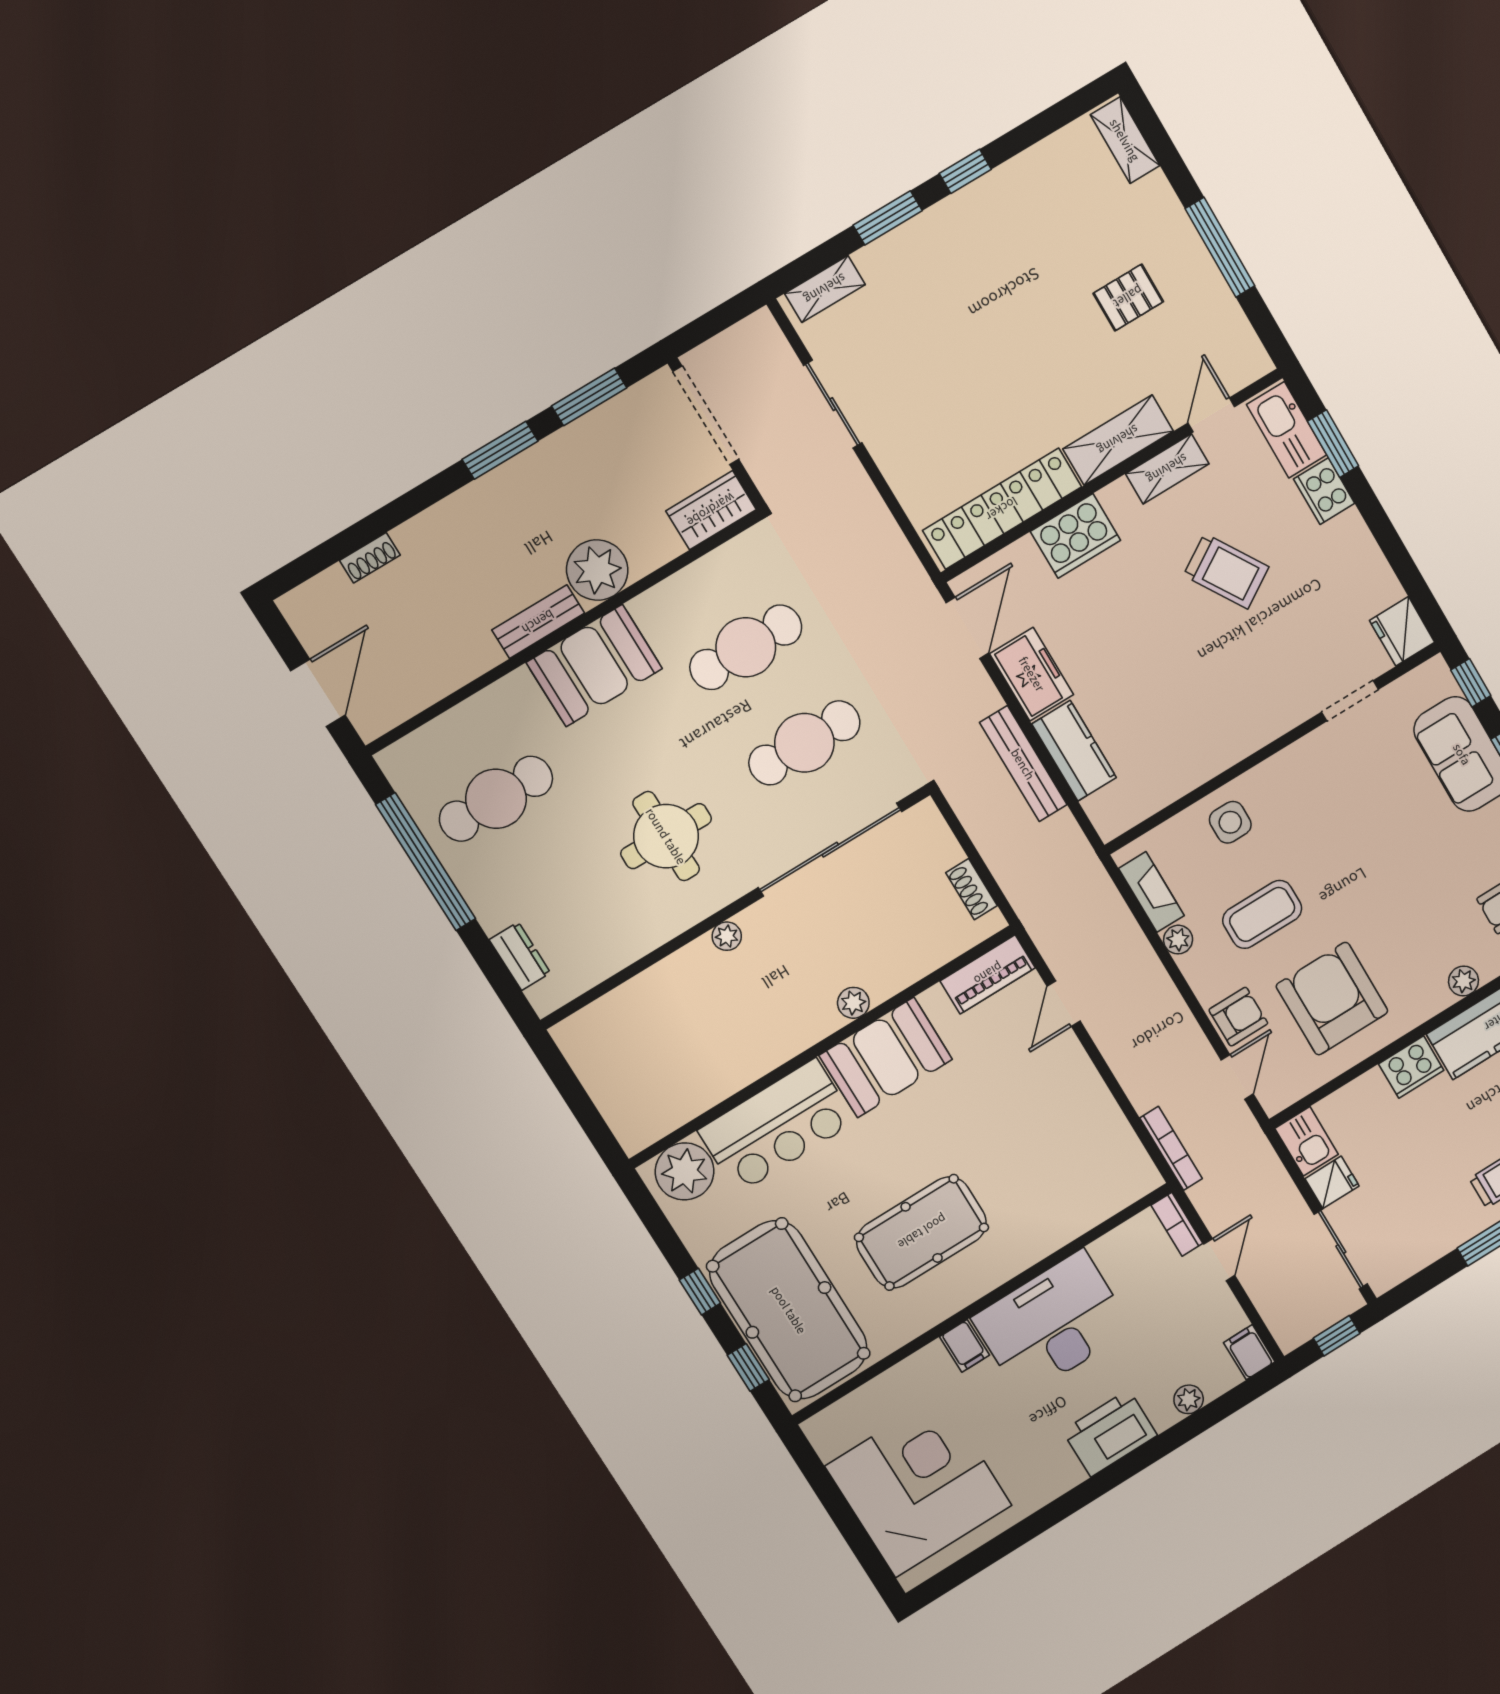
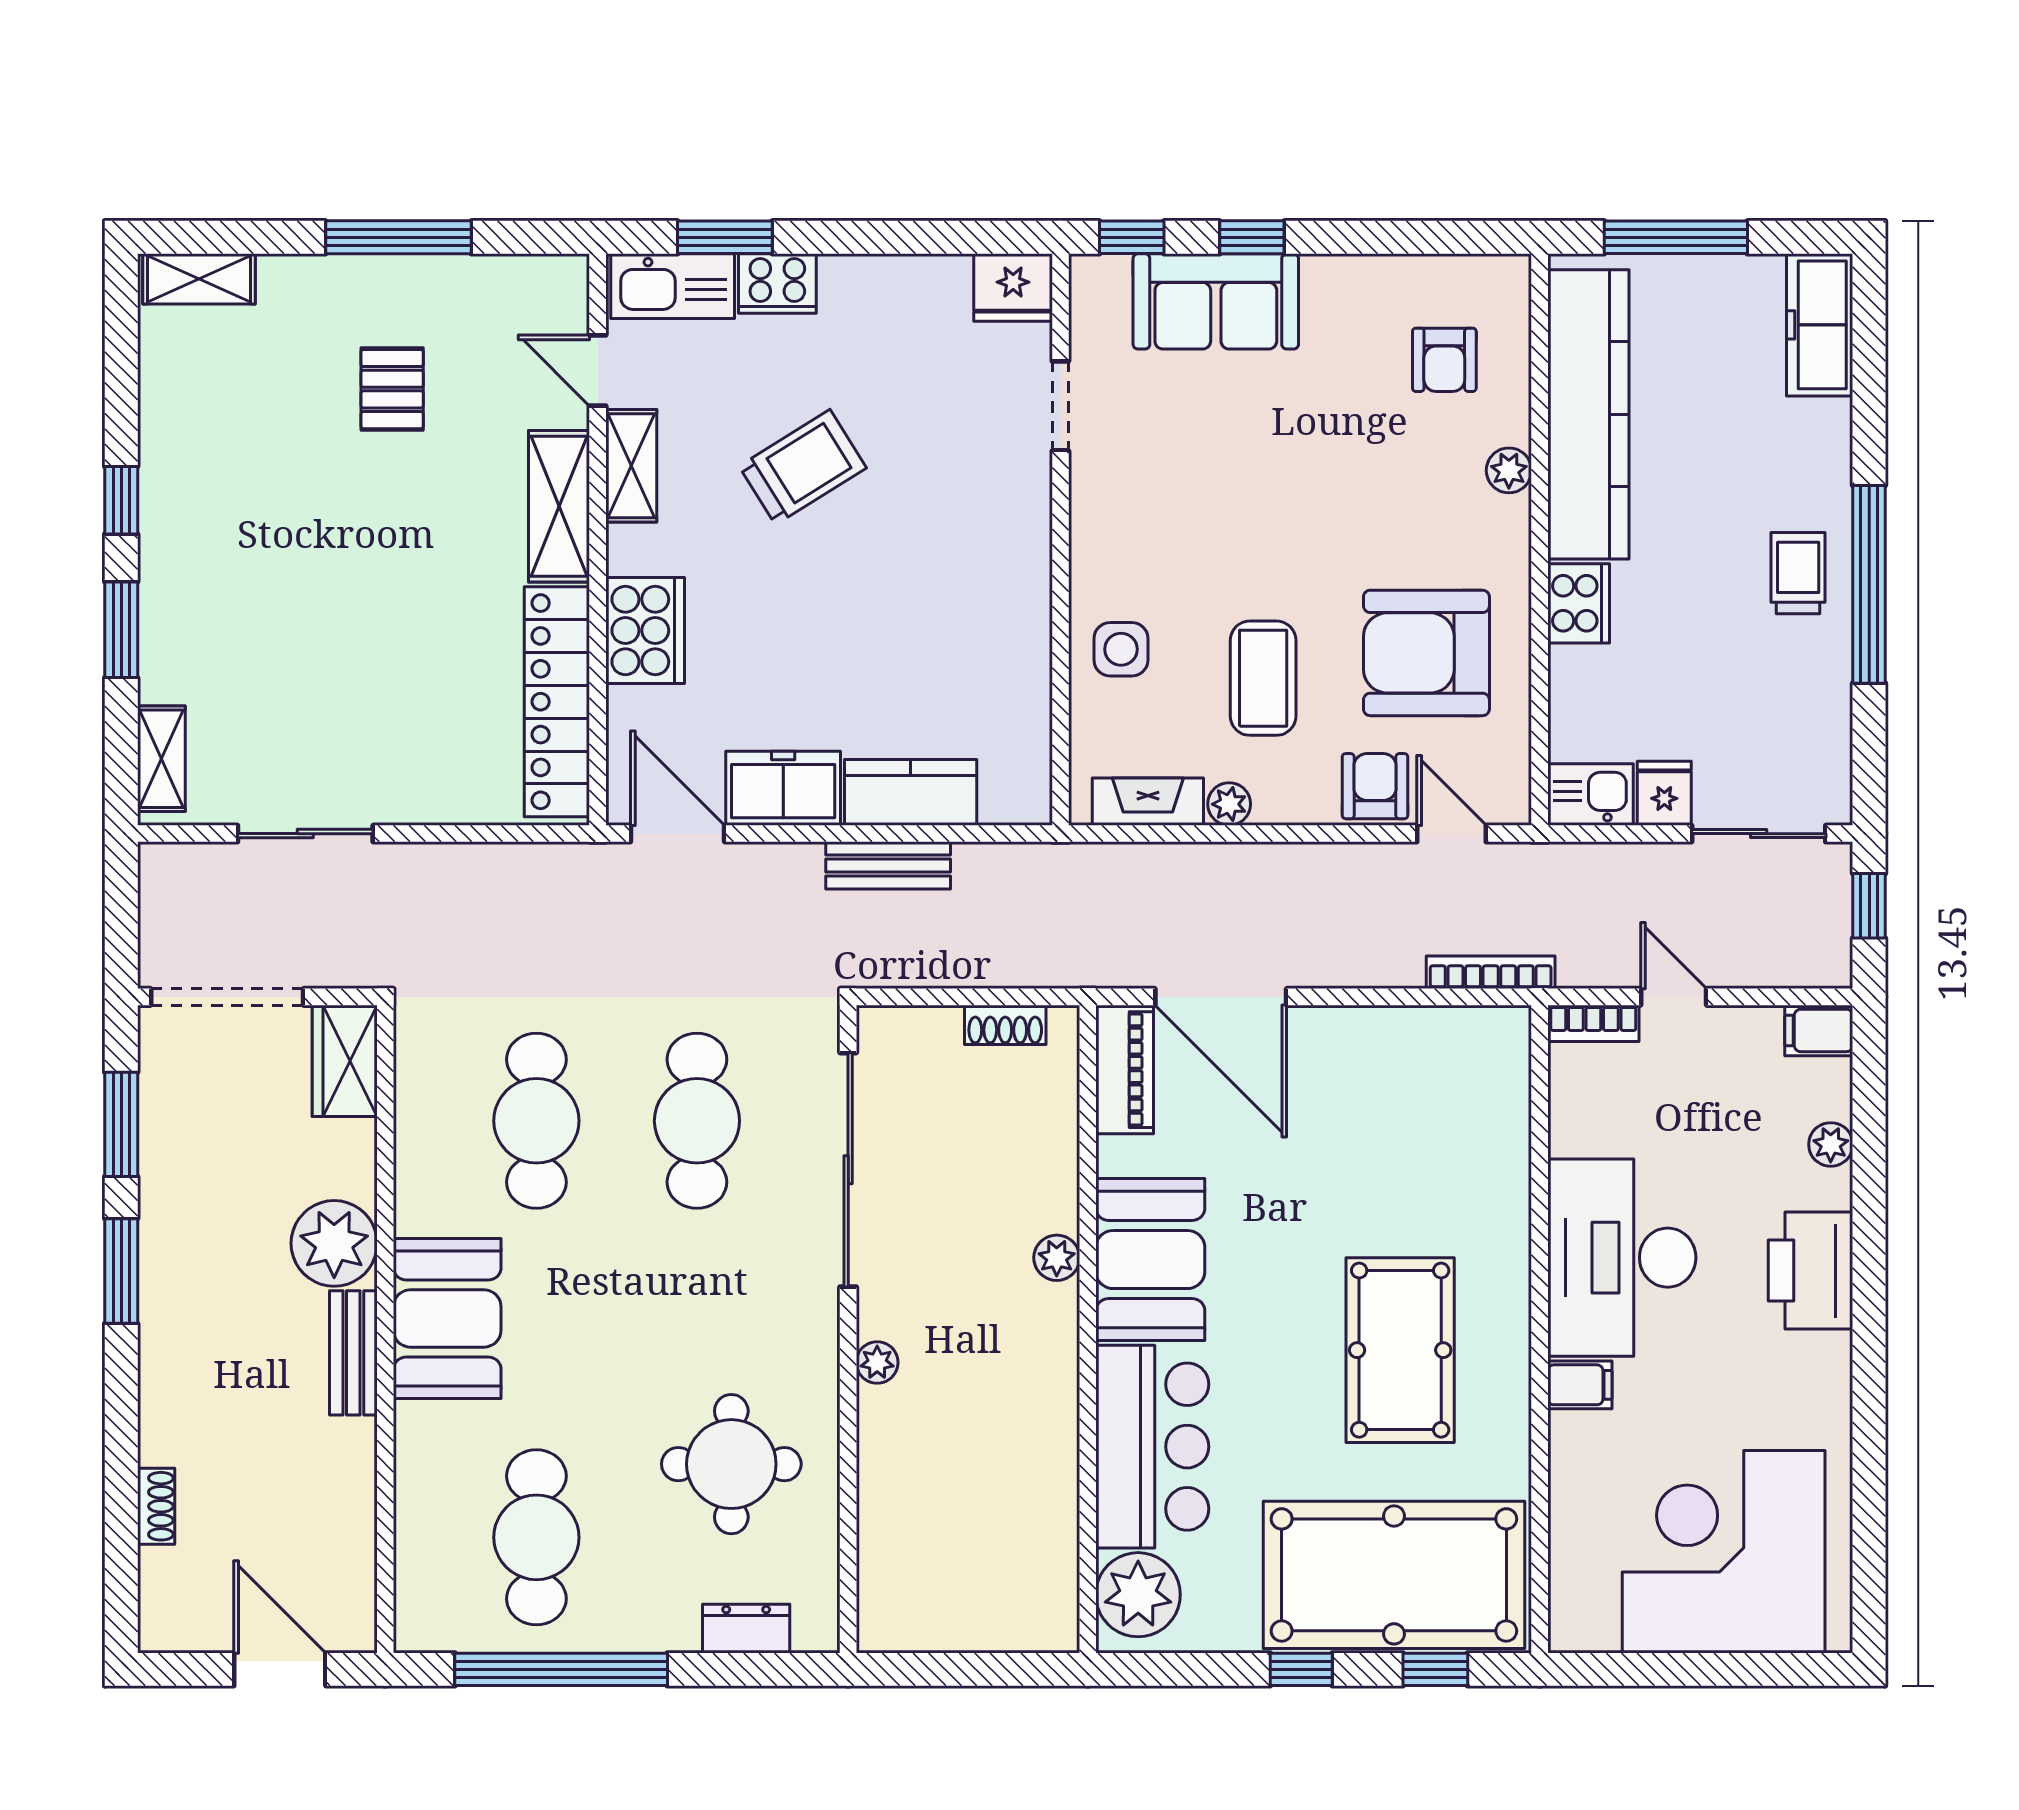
bench: (1023, 764) -> (888, 865), width x0.73
round table: (666, 836) -> (731, 1464), moved
door: (1064, 1004) -> (1221, 997), width x1.87

